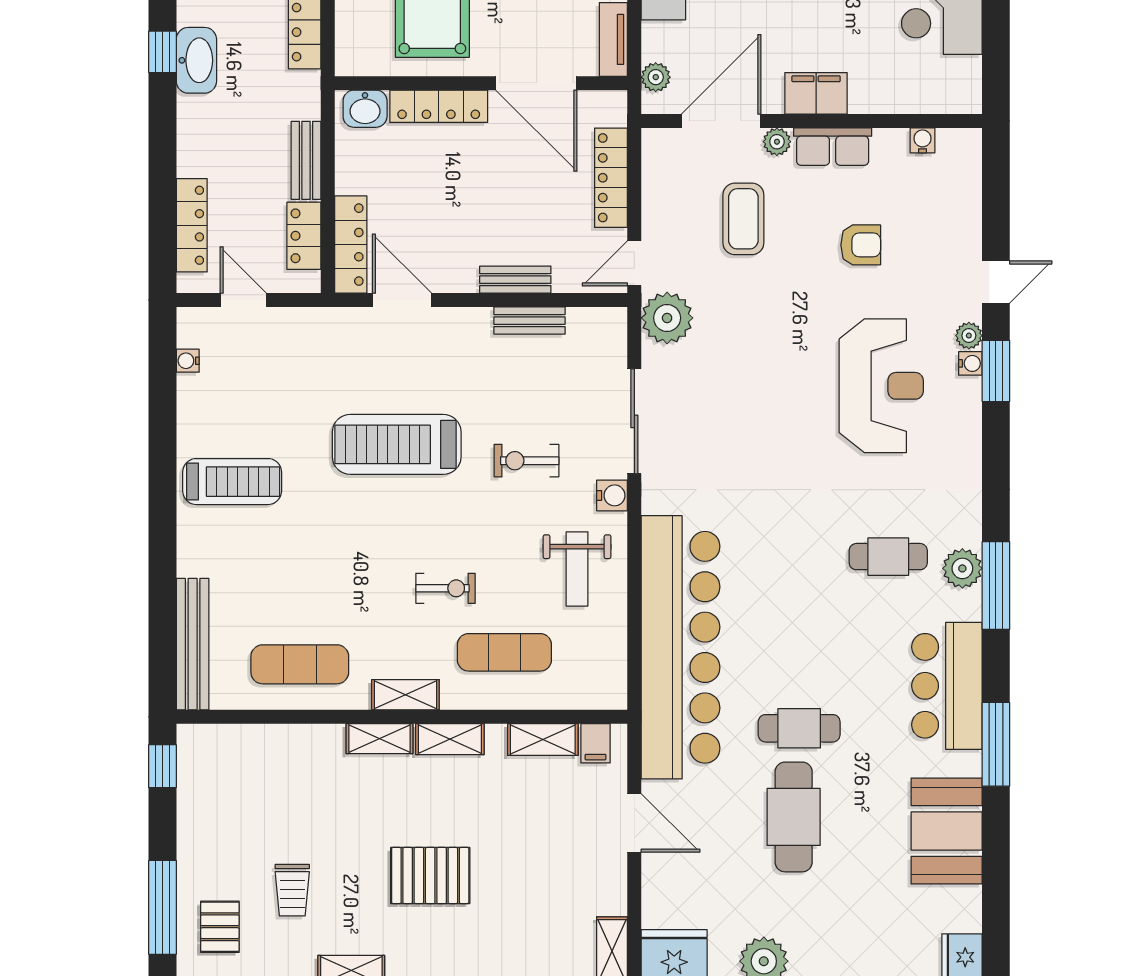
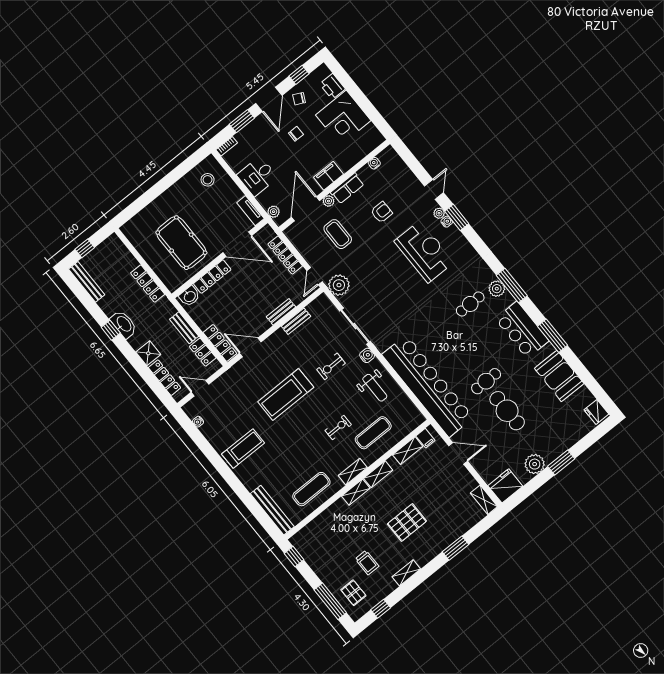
shower: (198, 154) -> (148, 353), added

